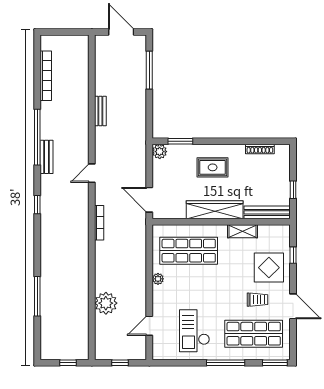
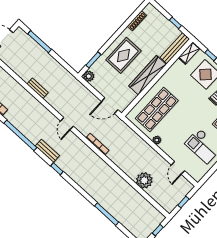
bench: (46, 157) -> (47, 151), moved
rug: (213, 167) -> (123, 55), width x1.36, depth x1.43
shelving: (243, 231) -> (189, 53), moved

